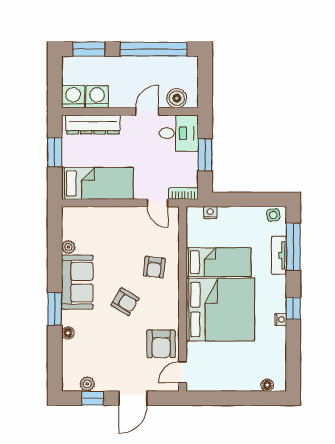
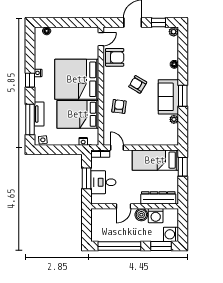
washing machine: (73, 97) -> (171, 234), moved, turned 90
boiler: (177, 98) -> (141, 215), moved
desk: (179, 133) -> (103, 182), moved
window: (55, 152) -> (183, 167), moved
bed: (219, 262) -> (78, 114), width x1.50
window: (55, 309) -> (183, 96), moved
armchair: (161, 344) -> (115, 57), turned 90
plant: (87, 384) -> (174, 32), moved

